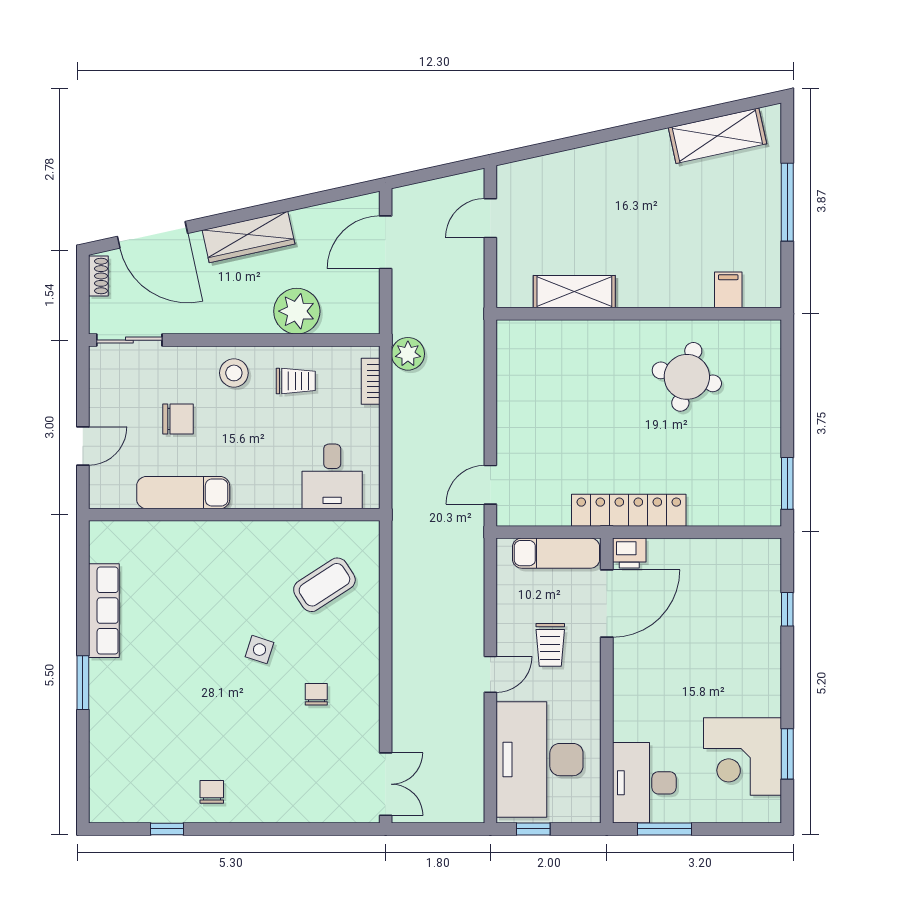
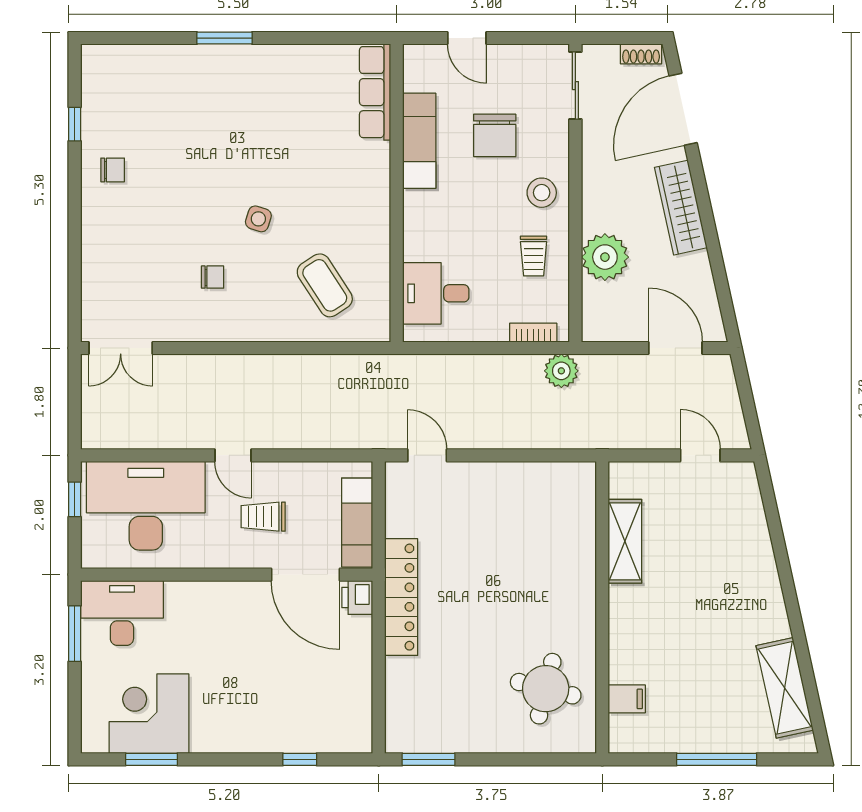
round table: (687, 377) -> (546, 689), moved
chair: (178, 419) -> (495, 135), width x1.37, depth x1.37
row of seats: (104, 611) -> (375, 92), moved, turned 90

